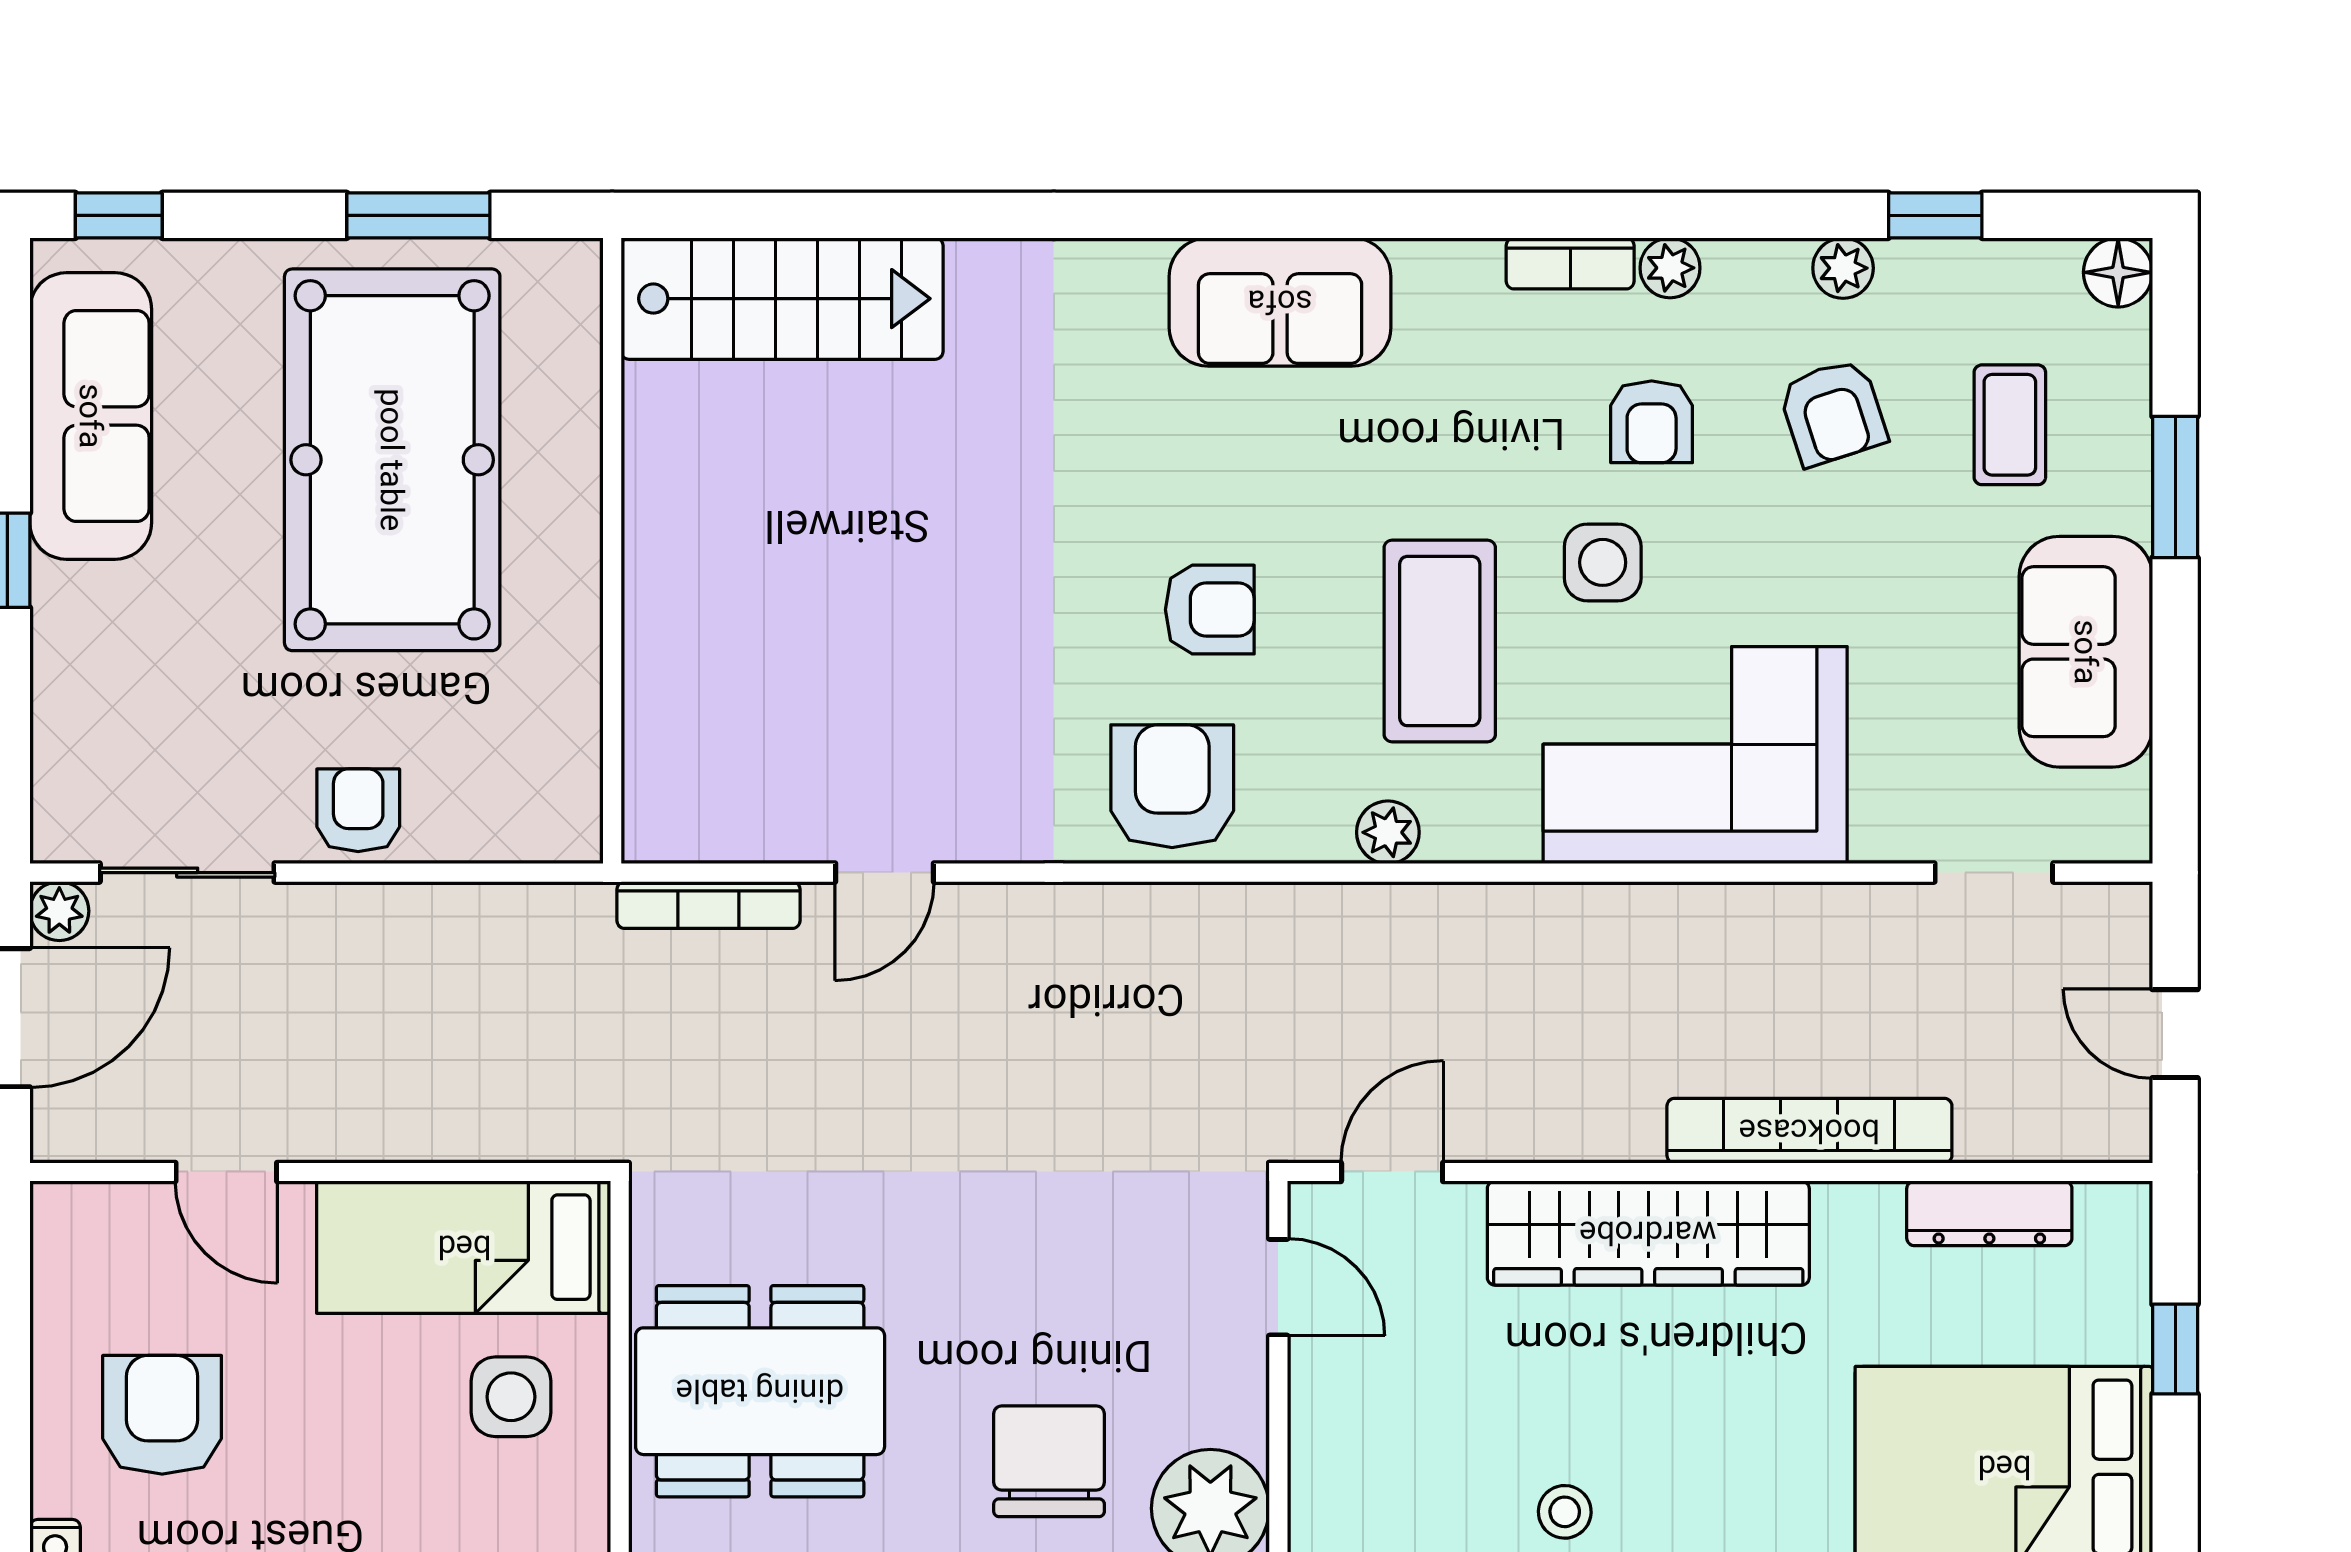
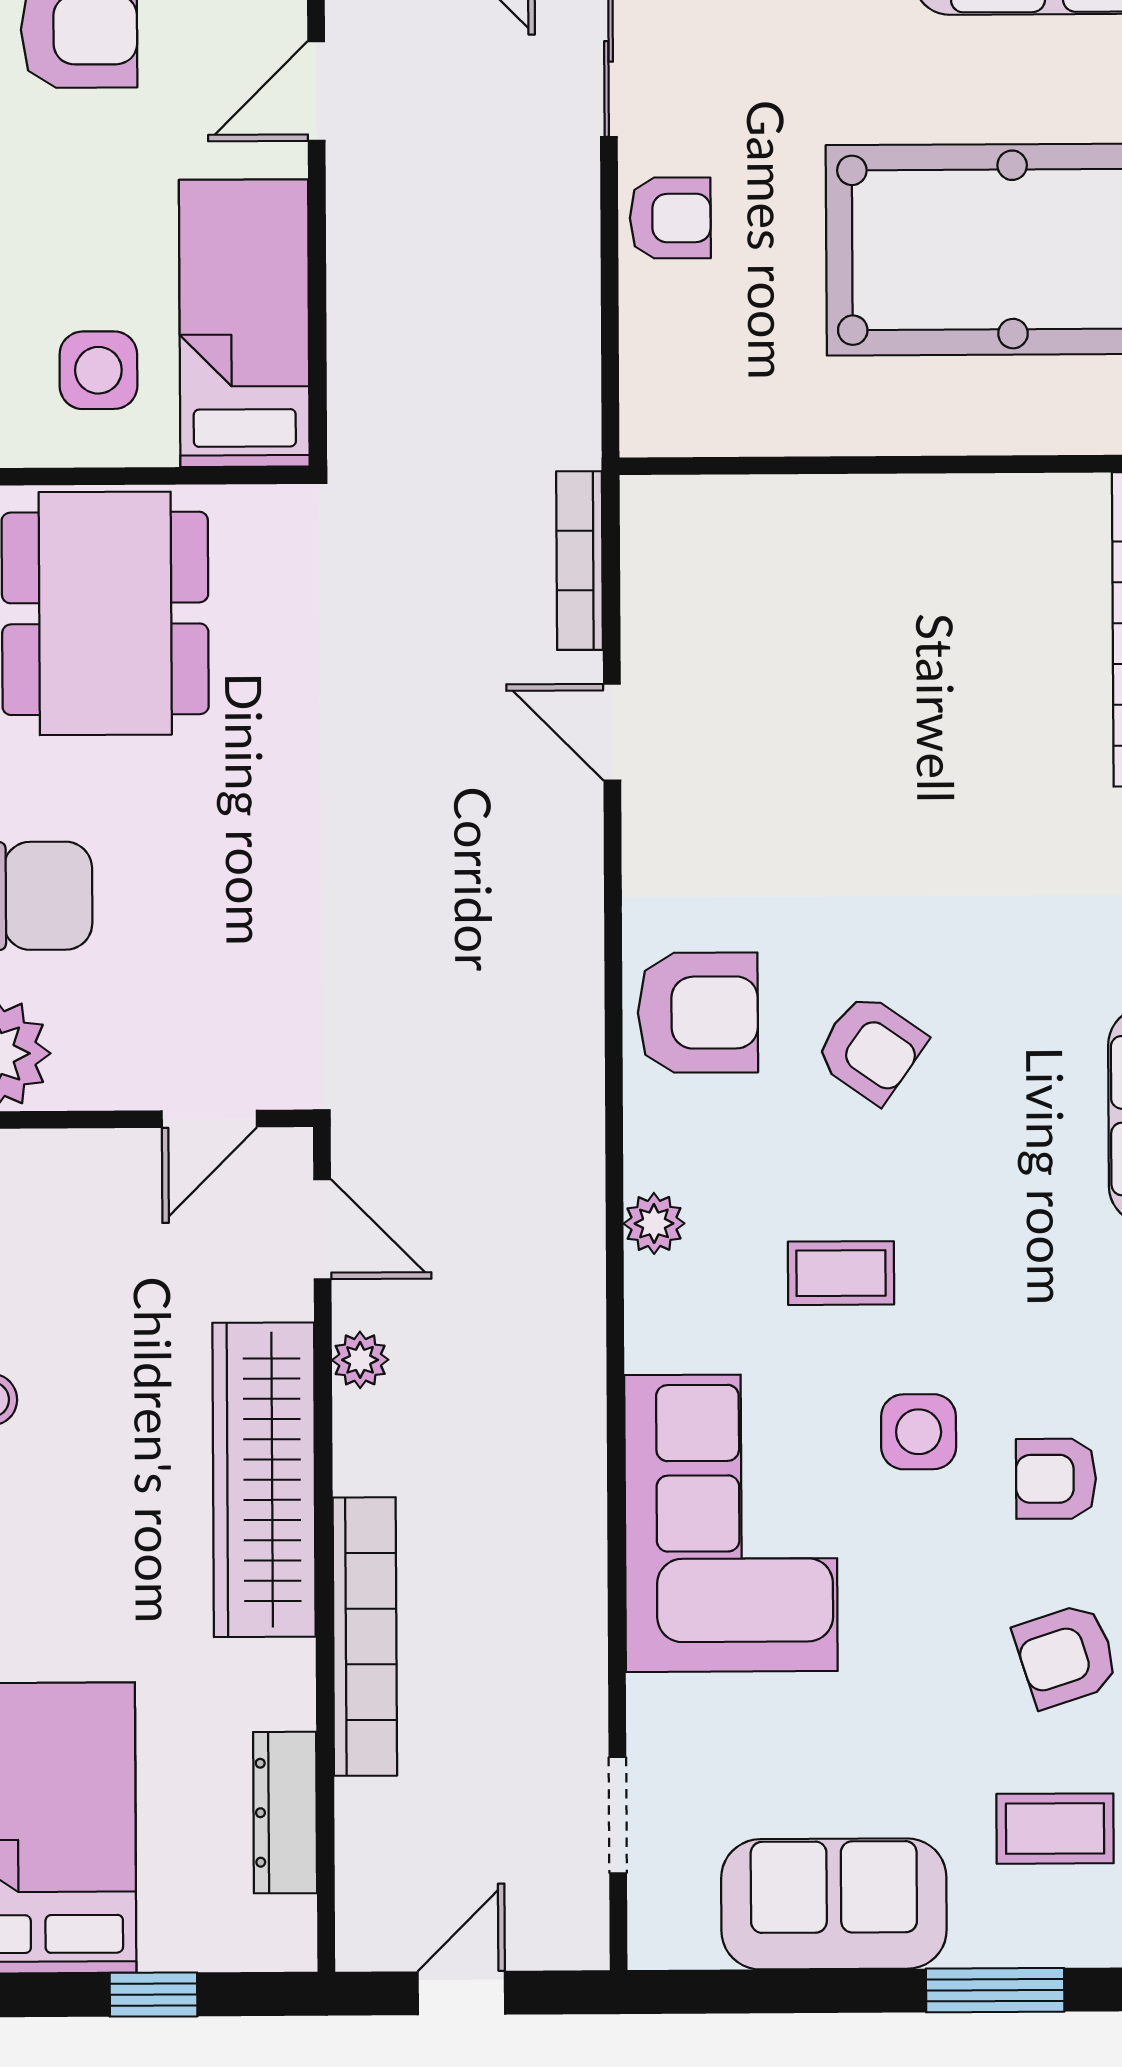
armchair: (1210, 610) -> (871, 1048), turned -55
coffee table: (1440, 641) -> (841, 1273), width x0.54, depth x0.58
plant: (1526, 1134) -> (360, 1360), added

